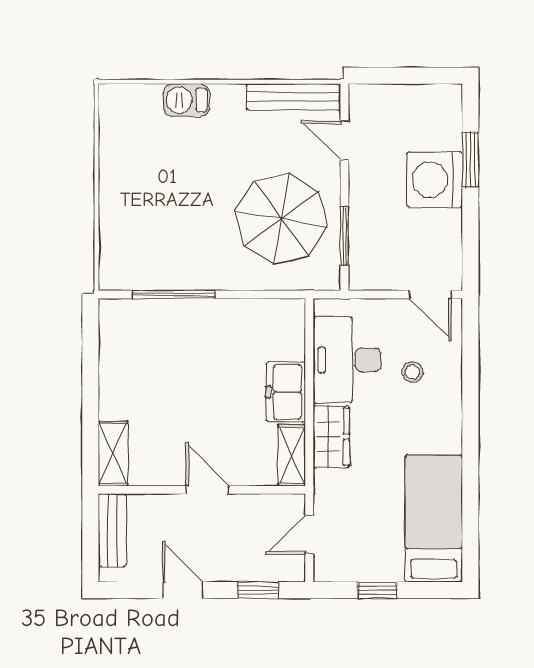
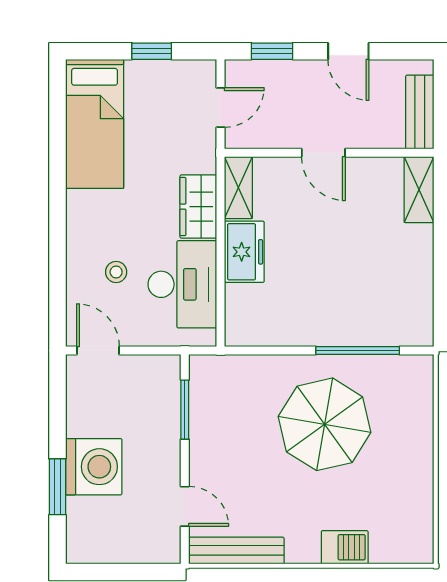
parasol: (281, 219) -> (325, 424), moved

